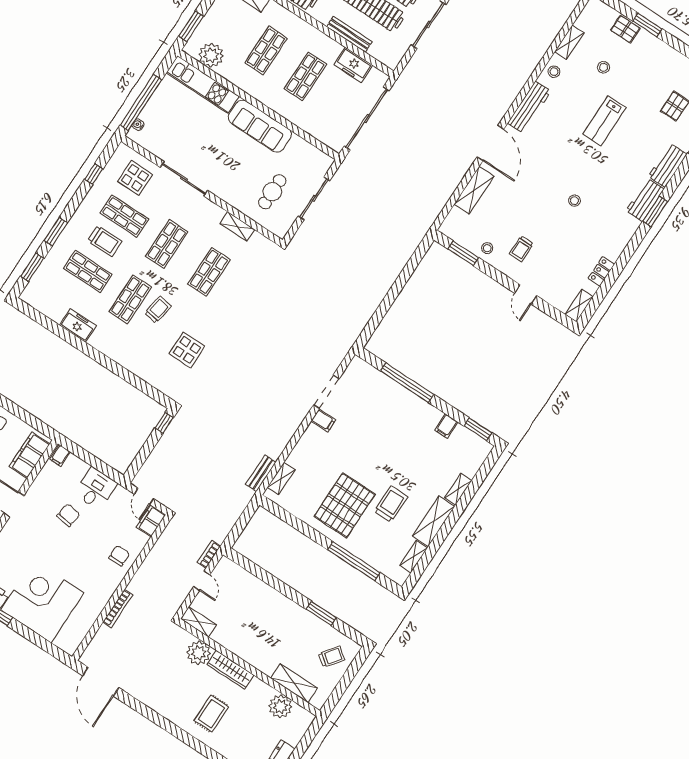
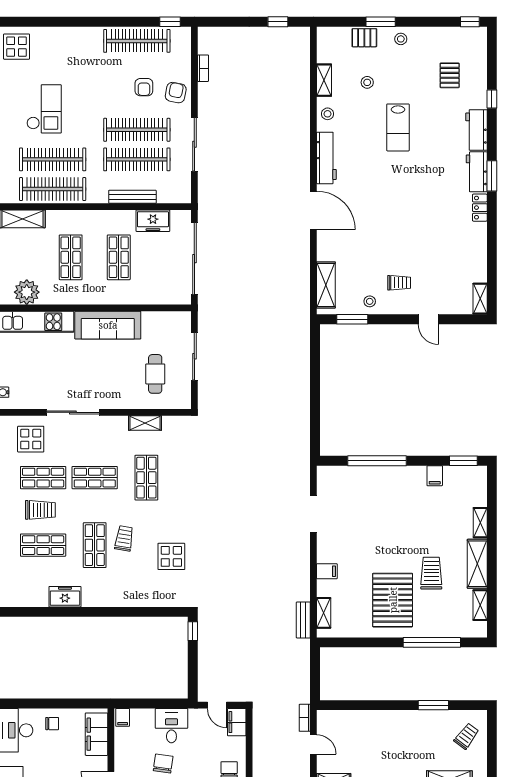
shelving: (474, 190) -> (326, 285), moved
stool: (575, 201) -> (401, 39), moved
shop shelf: (167, 244) -> (95, 478), turned 90
trolley: (521, 249) -> (399, 283), turned -90
locker: (601, 271) -> (480, 208), moved
filing cabinet: (323, 420) -> (327, 571), moved

